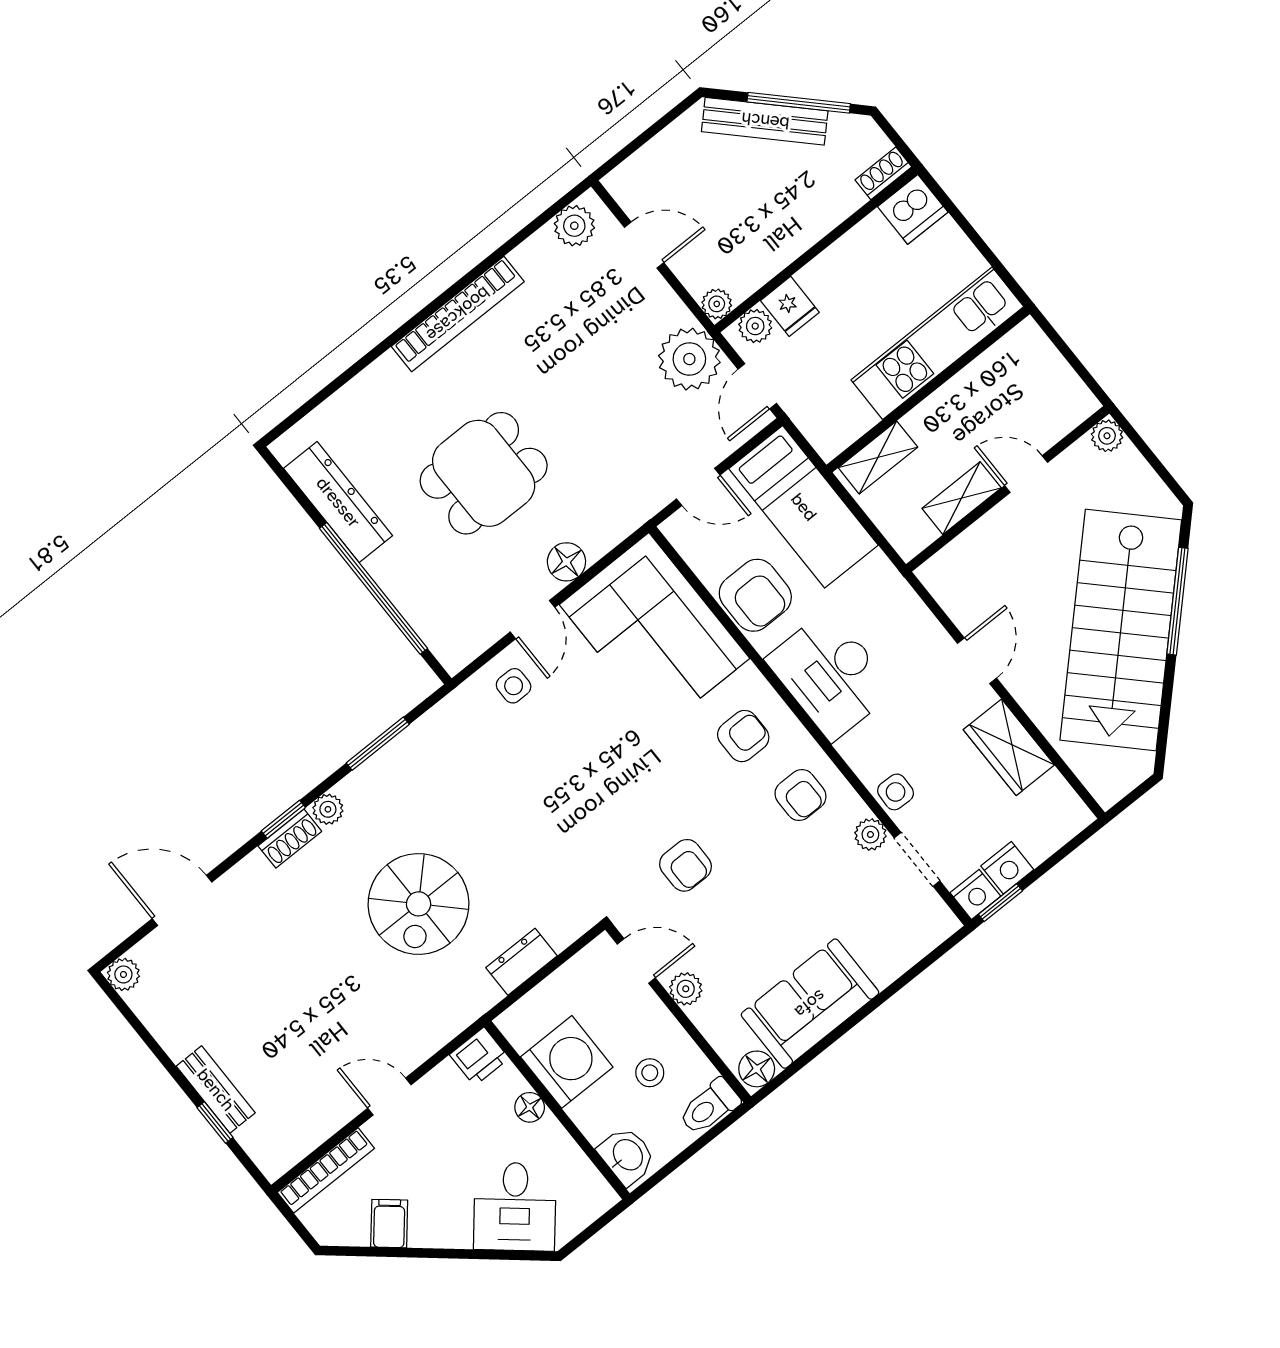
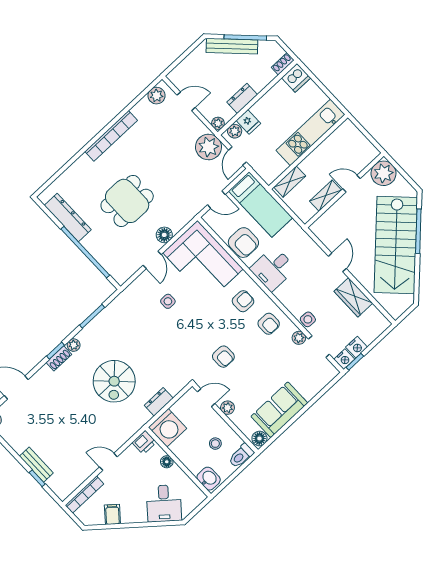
dresser: (779, 249) -> (242, 98), added
plant: (1107, 436) -> (383, 173), width x1.87, depth x1.87
desk: (830, 675) -> (273, 269), width x0.73
side table: (514, 686) -> (168, 301), moved
washing machine: (567, 1062) -> (168, 428), moved, turned 90

